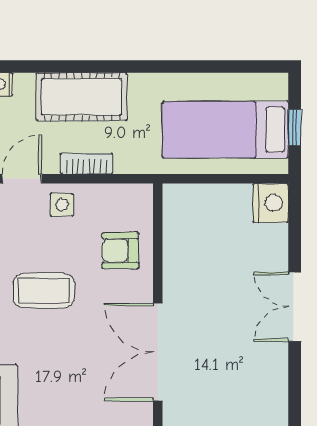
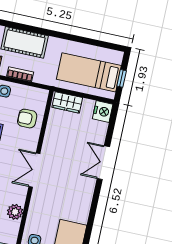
wardrobe: (195, 200) -> (67, 102), added
double door: (158, 352) -> (34, 170), width x0.73

